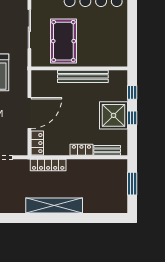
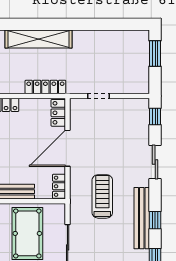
locker: (37, 81) -> (59, 186), added

